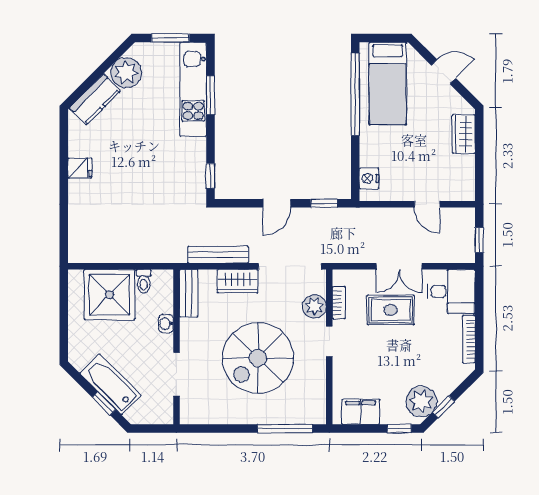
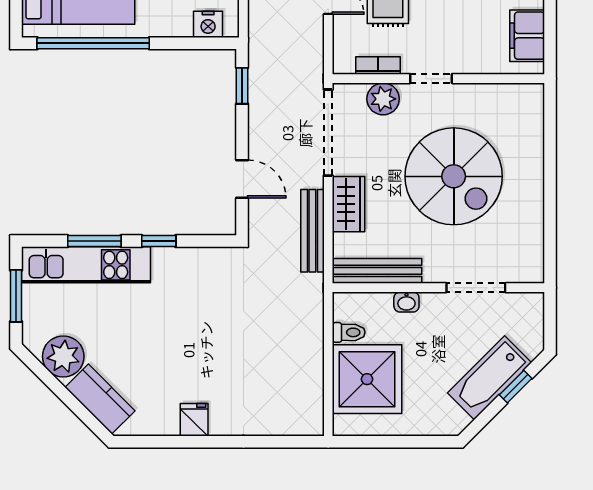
window: (211, 176) -> (159, 241), moved
door: (277, 203) -> (242, 179), moved
bench: (189, 293) -> (377, 271), width x1.36
window: (285, 429) -> (550, 139), removed

